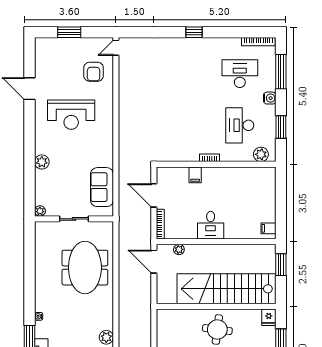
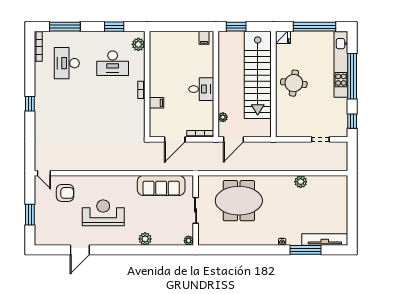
water cooler: (270, 98) -> (88, 37), removed
reception desk: (71, 115) -> (103, 213), turned -90
sofa: (102, 187) -> (161, 186), width x1.36

